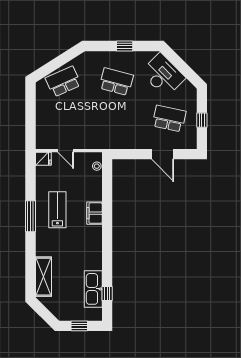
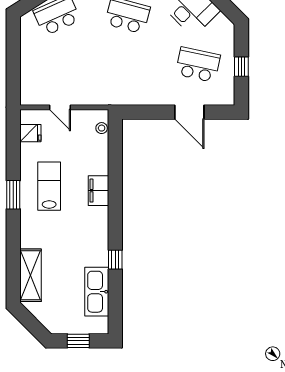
fridge: (43, 159) -> (30, 133), moved
window: (31, 216) -> (13, 195), width x0.69
window: (107, 293) -> (115, 260), moved

